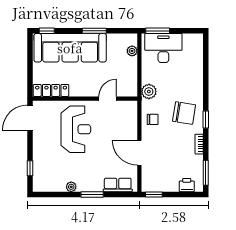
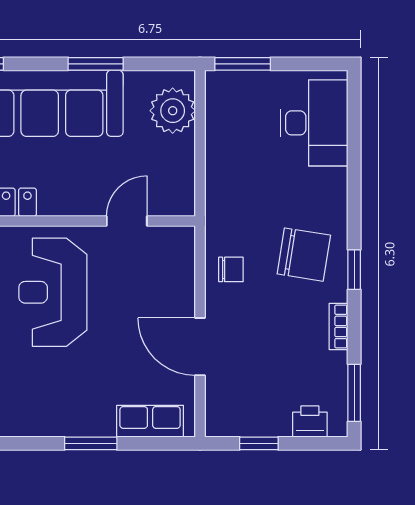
desk: (163, 48) -> (314, 123), moved, turned 90
plant: (132, 51) -> (173, 111), width x1.88, depth x1.88
plant: (149, 91) -> (222, 205), removed
reception desk: (76, 129) -> (53, 292), turned 180
plant: (71, 187) -> (42, 426), removed
window: (154, 194) -> (259, 443), moved

